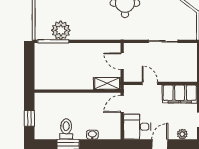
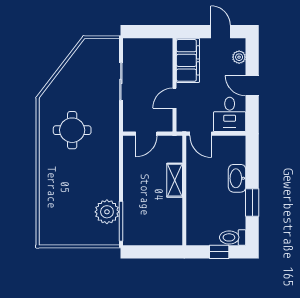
shelving: (107, 83) -> (175, 180), moved
toilet: (66, 129) -> (233, 237), moved
washbasin: (92, 135) -> (237, 178), width x1.91, depth x1.45

